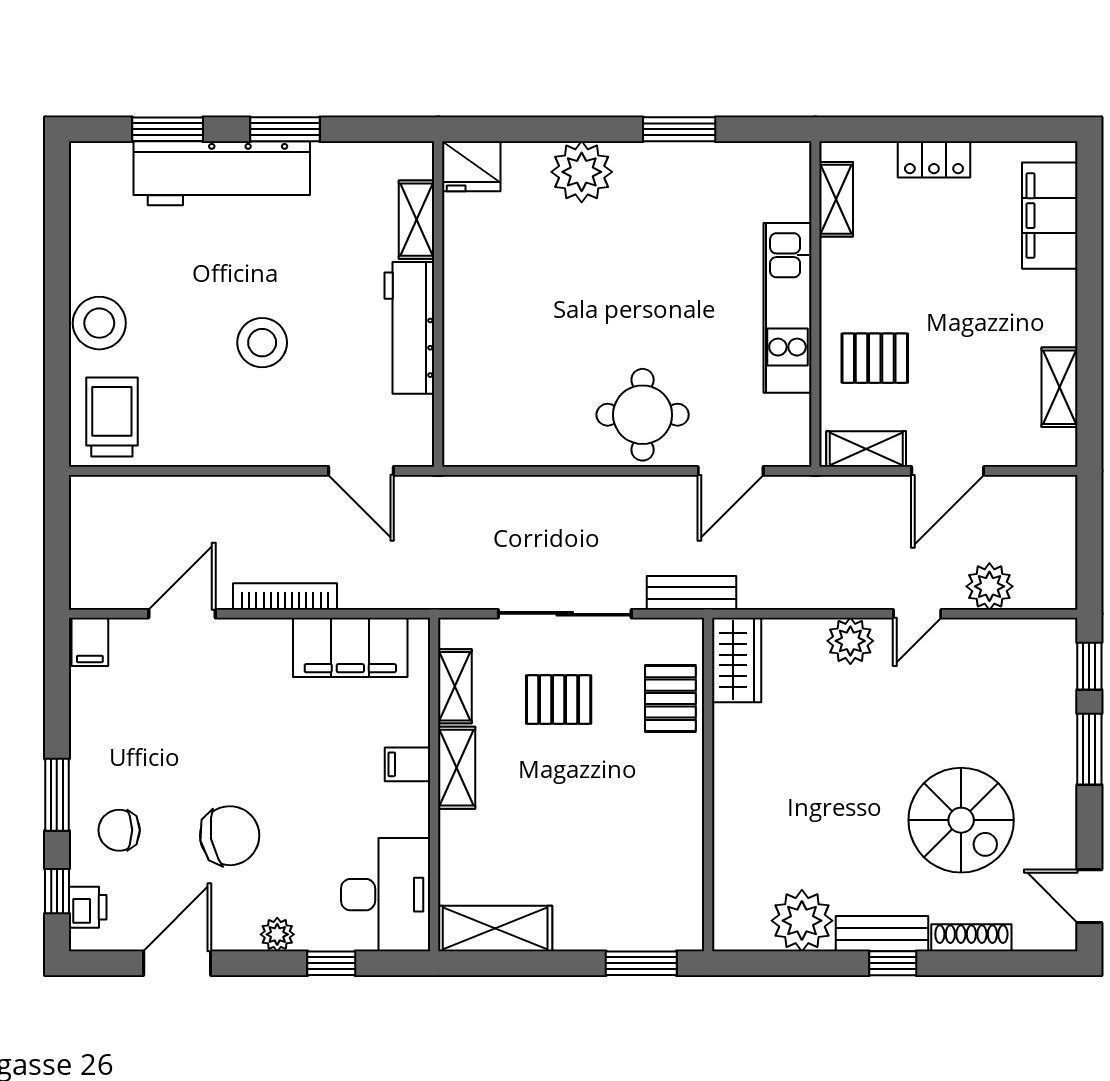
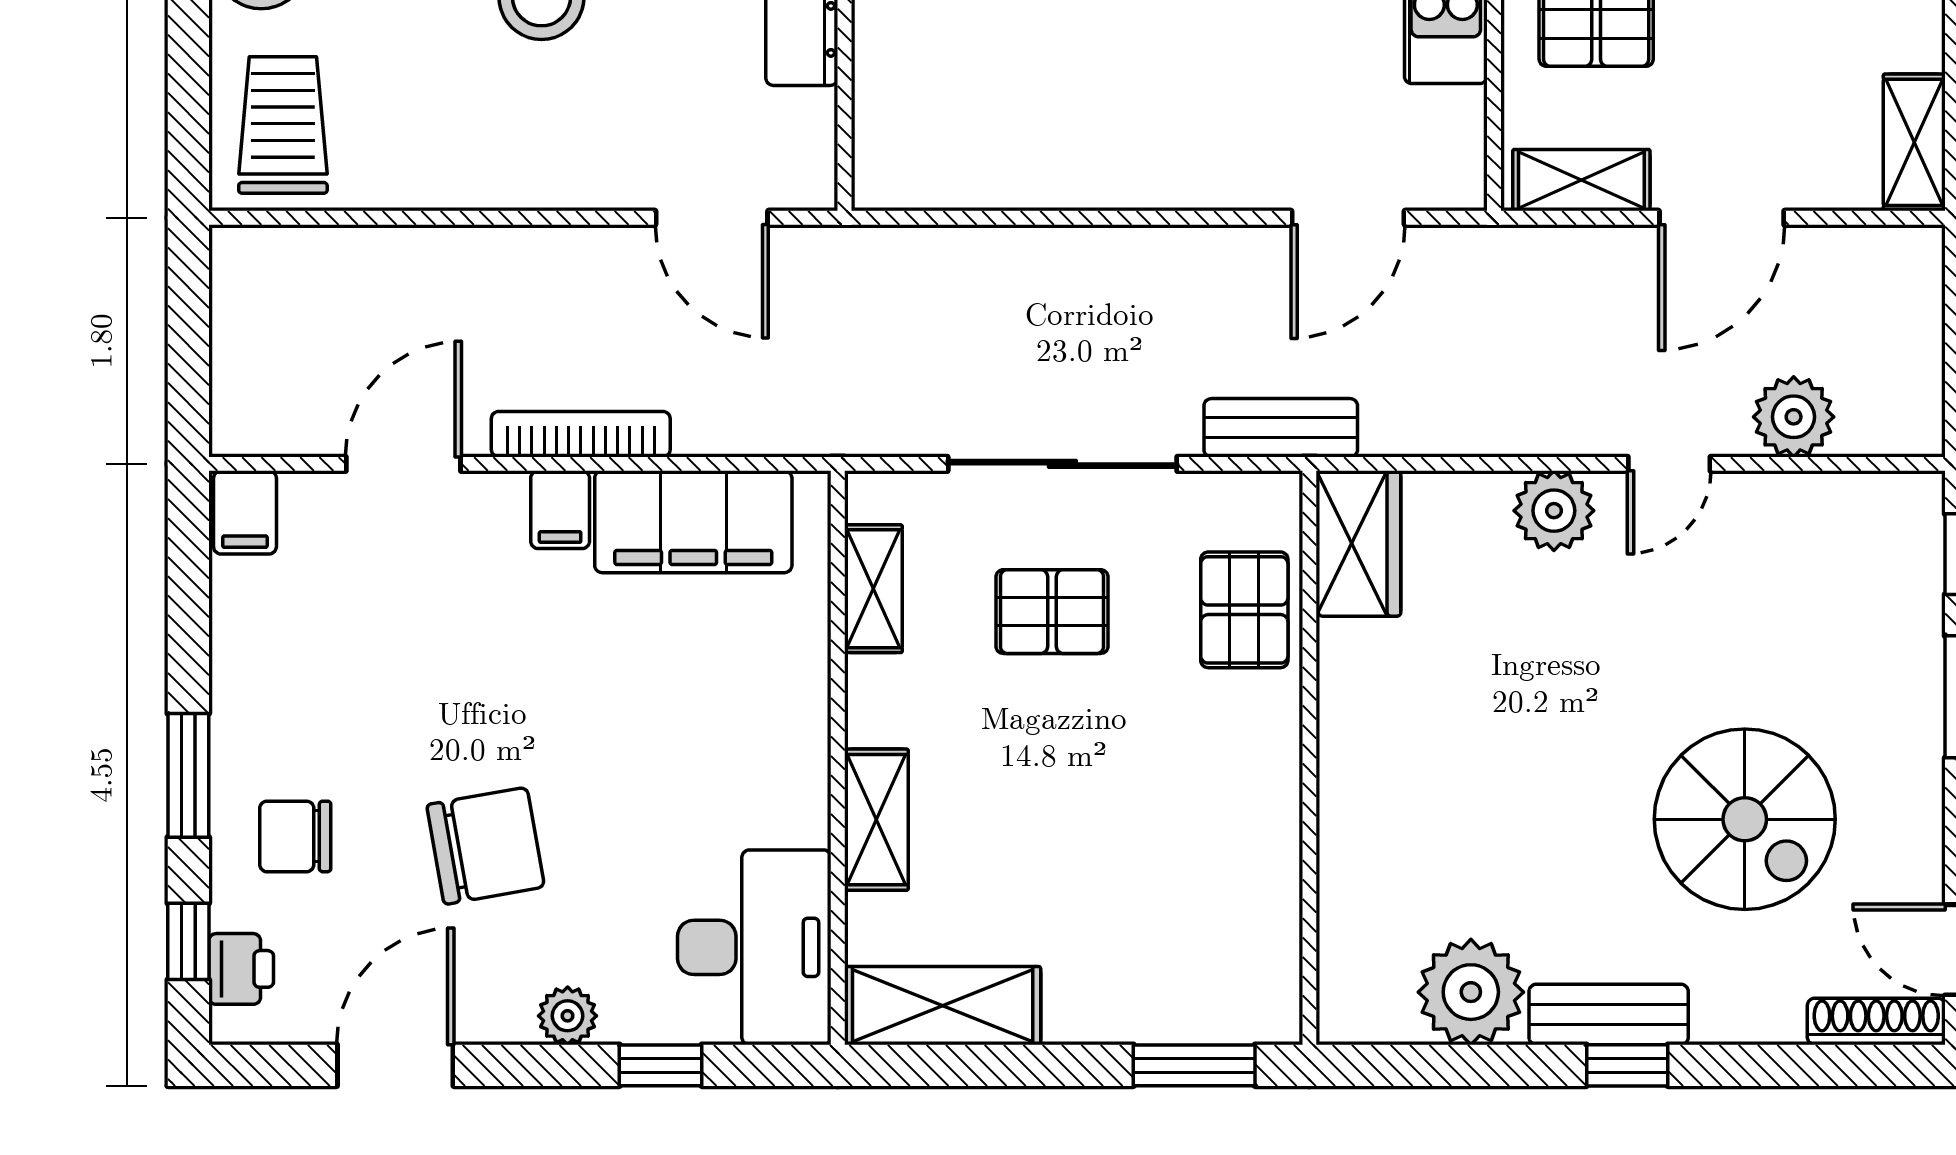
shelving: (1060, 387) -> (1914, 142), moved
round table: (643, 415) -> (1196, 121), removed
filing cabinet: (408, 764) -> (560, 510), moved, turned -90
shelving: (457, 768) -> (876, 820), moved
shoe rack: (971, 938) -> (1876, 1021), moved

